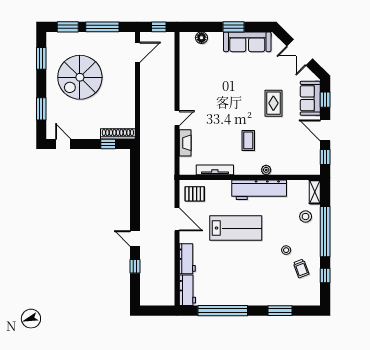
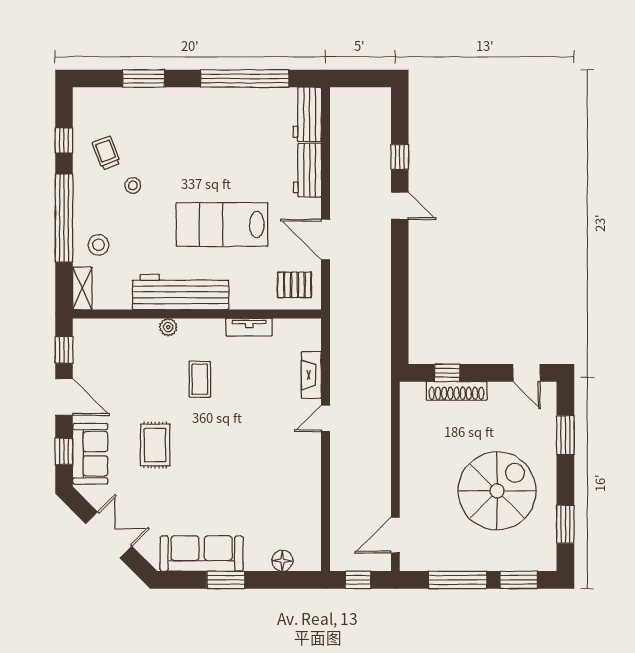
shoe rack: (118, 134) -> (457, 391), moved
tv unit: (215, 170) -> (249, 327), width x0.71

